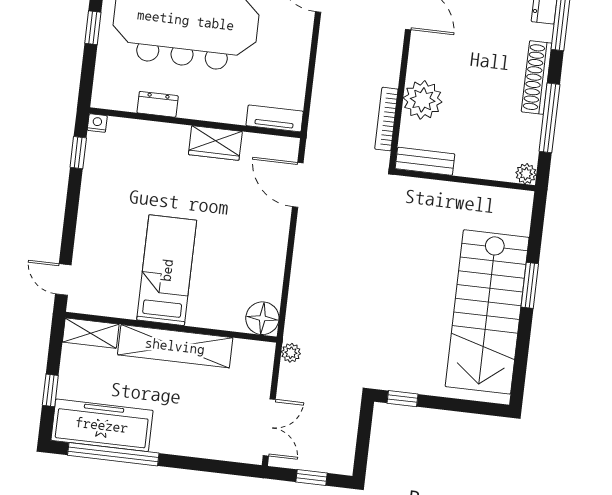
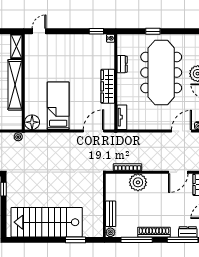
wardrobe: (215, 143) -> (108, 86), width x1.50
bench: (425, 161) -> (111, 214), moved
bed: (167, 270) -> (58, 106), moved, turned -90
window: (530, 285) -> (75, 240), moved

